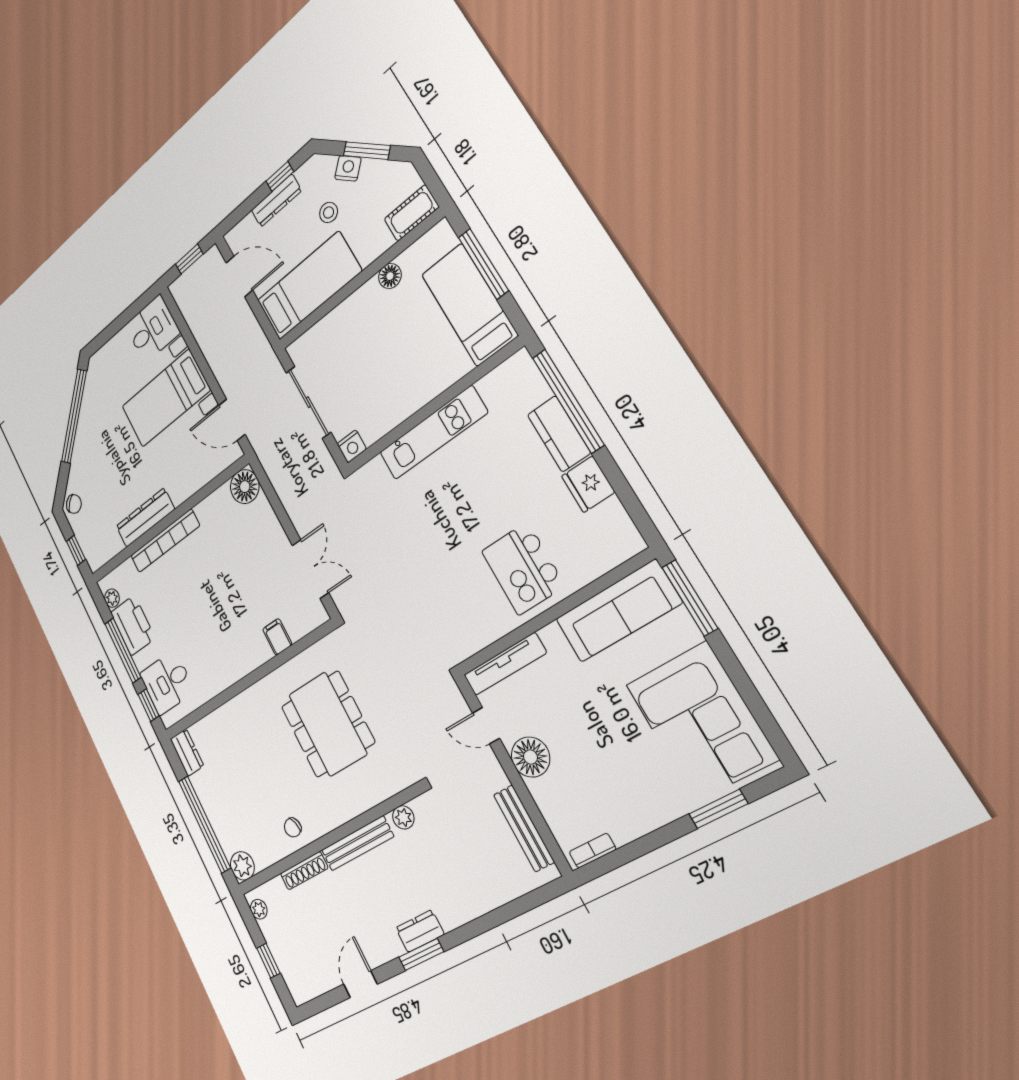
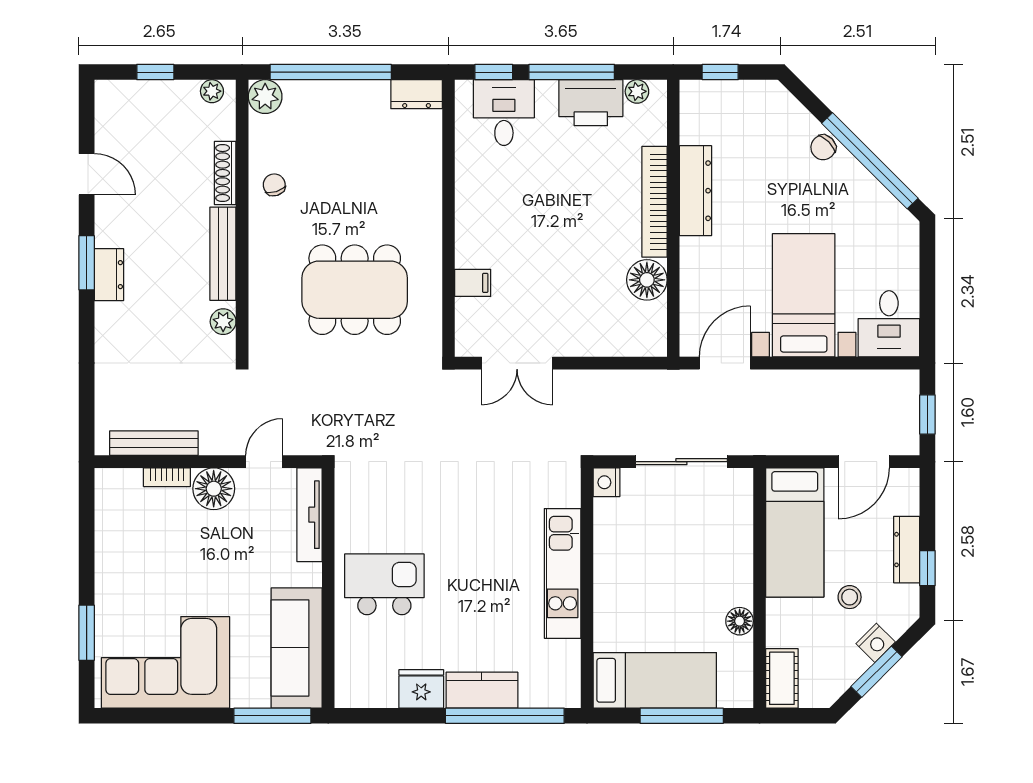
floor lamp: (245, 487) -> (647, 280), moved
chair: (74, 504) -> (823, 147), moved
bookcase: (593, 851) -> (167, 477), moved, turned 90

